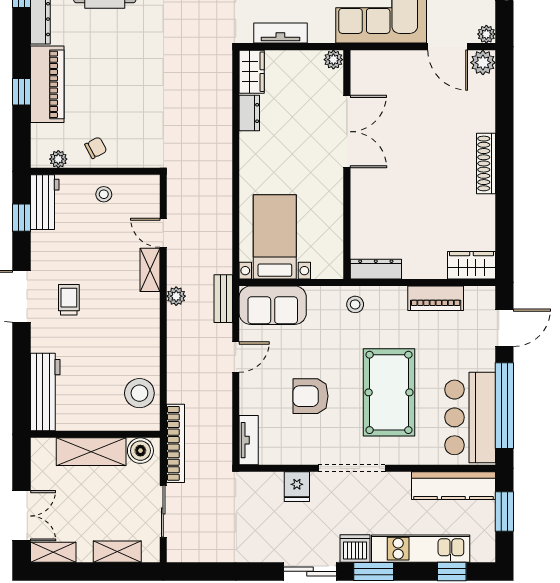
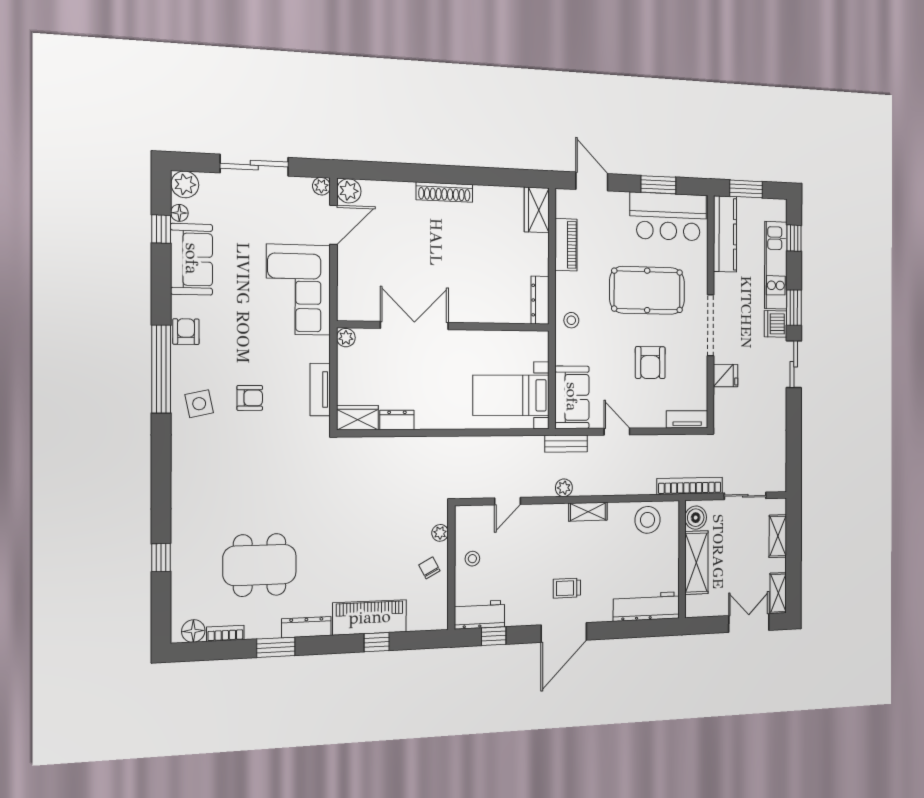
plant: (58, 159) -> (440, 533), moved
shelving: (150, 270) -> (588, 512), moved
window: (504, 406) -> (658, 185), width x0.47

